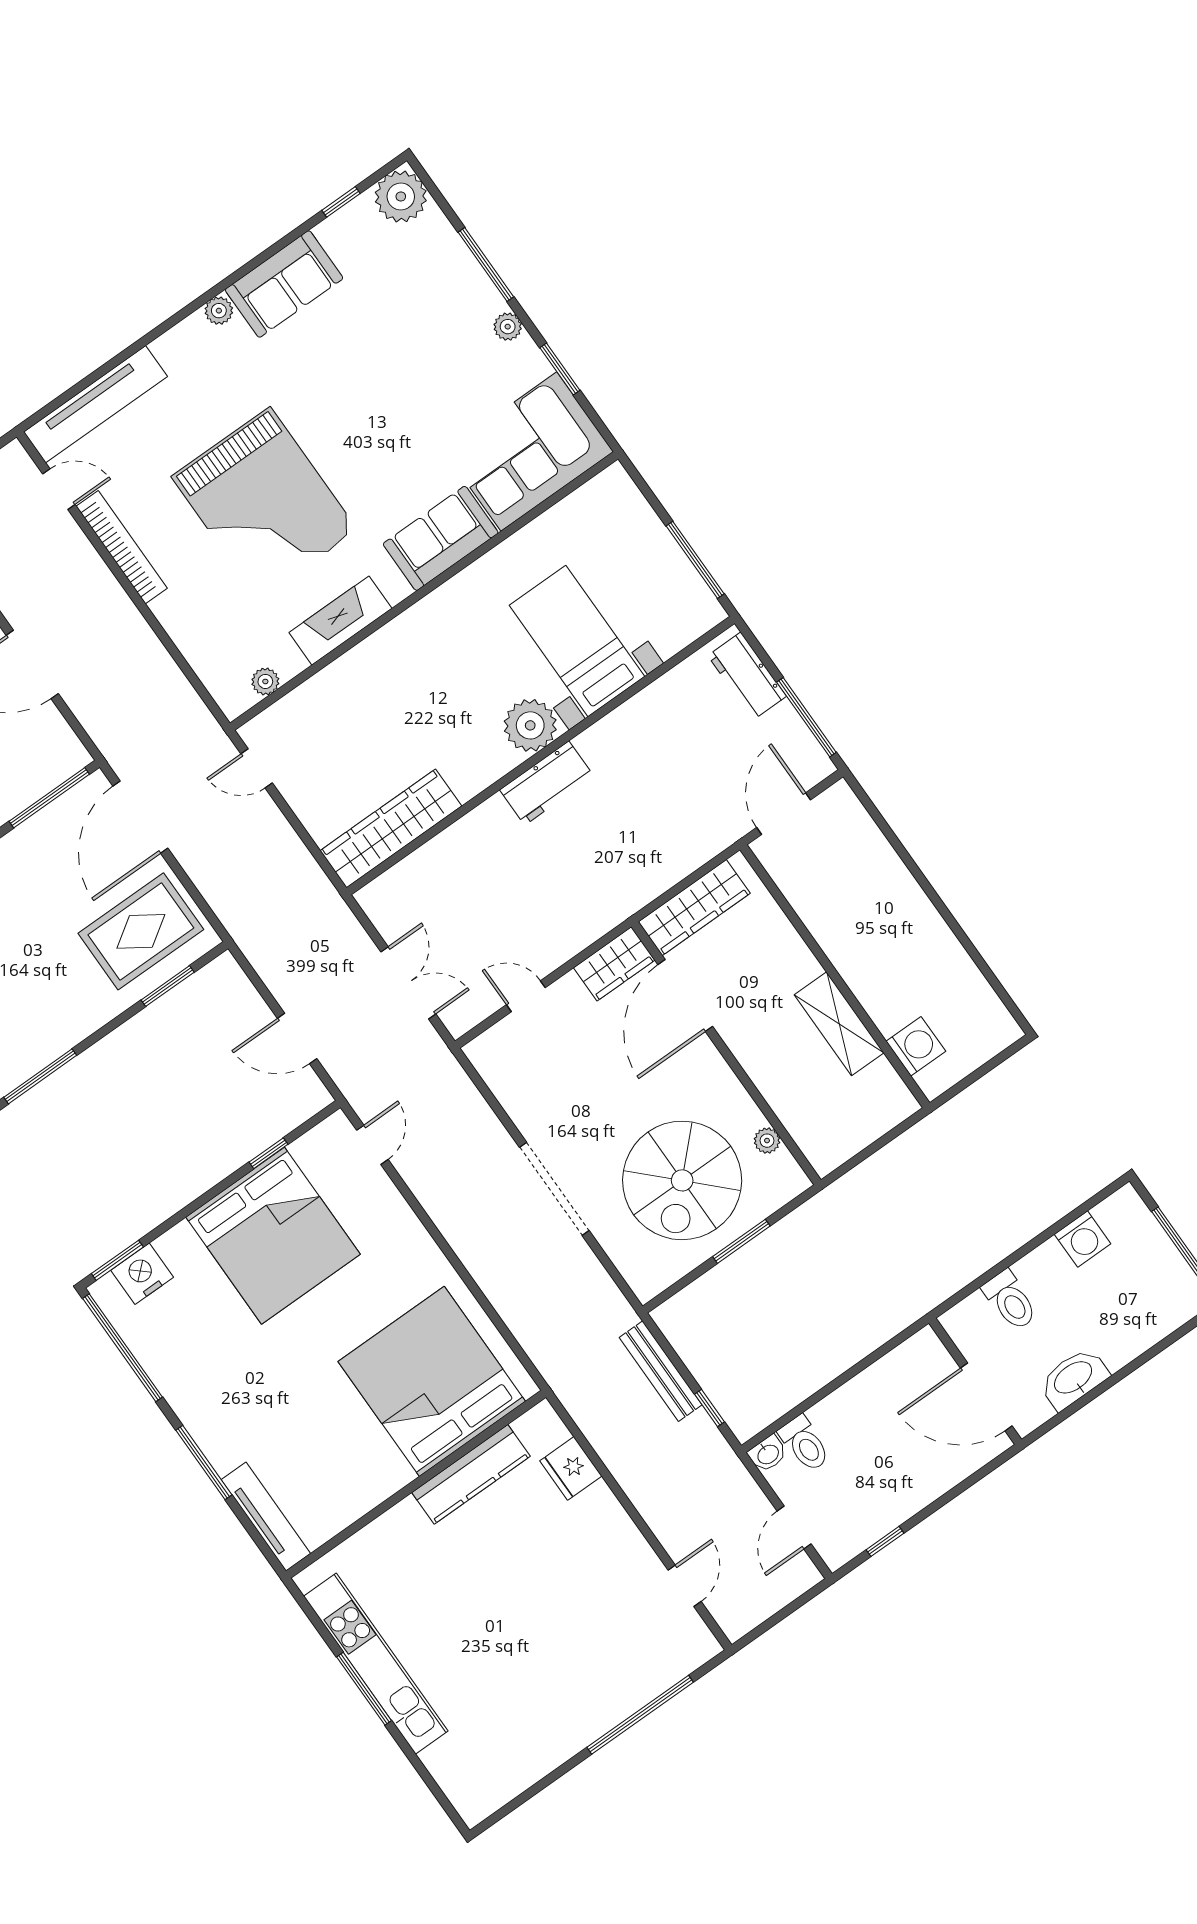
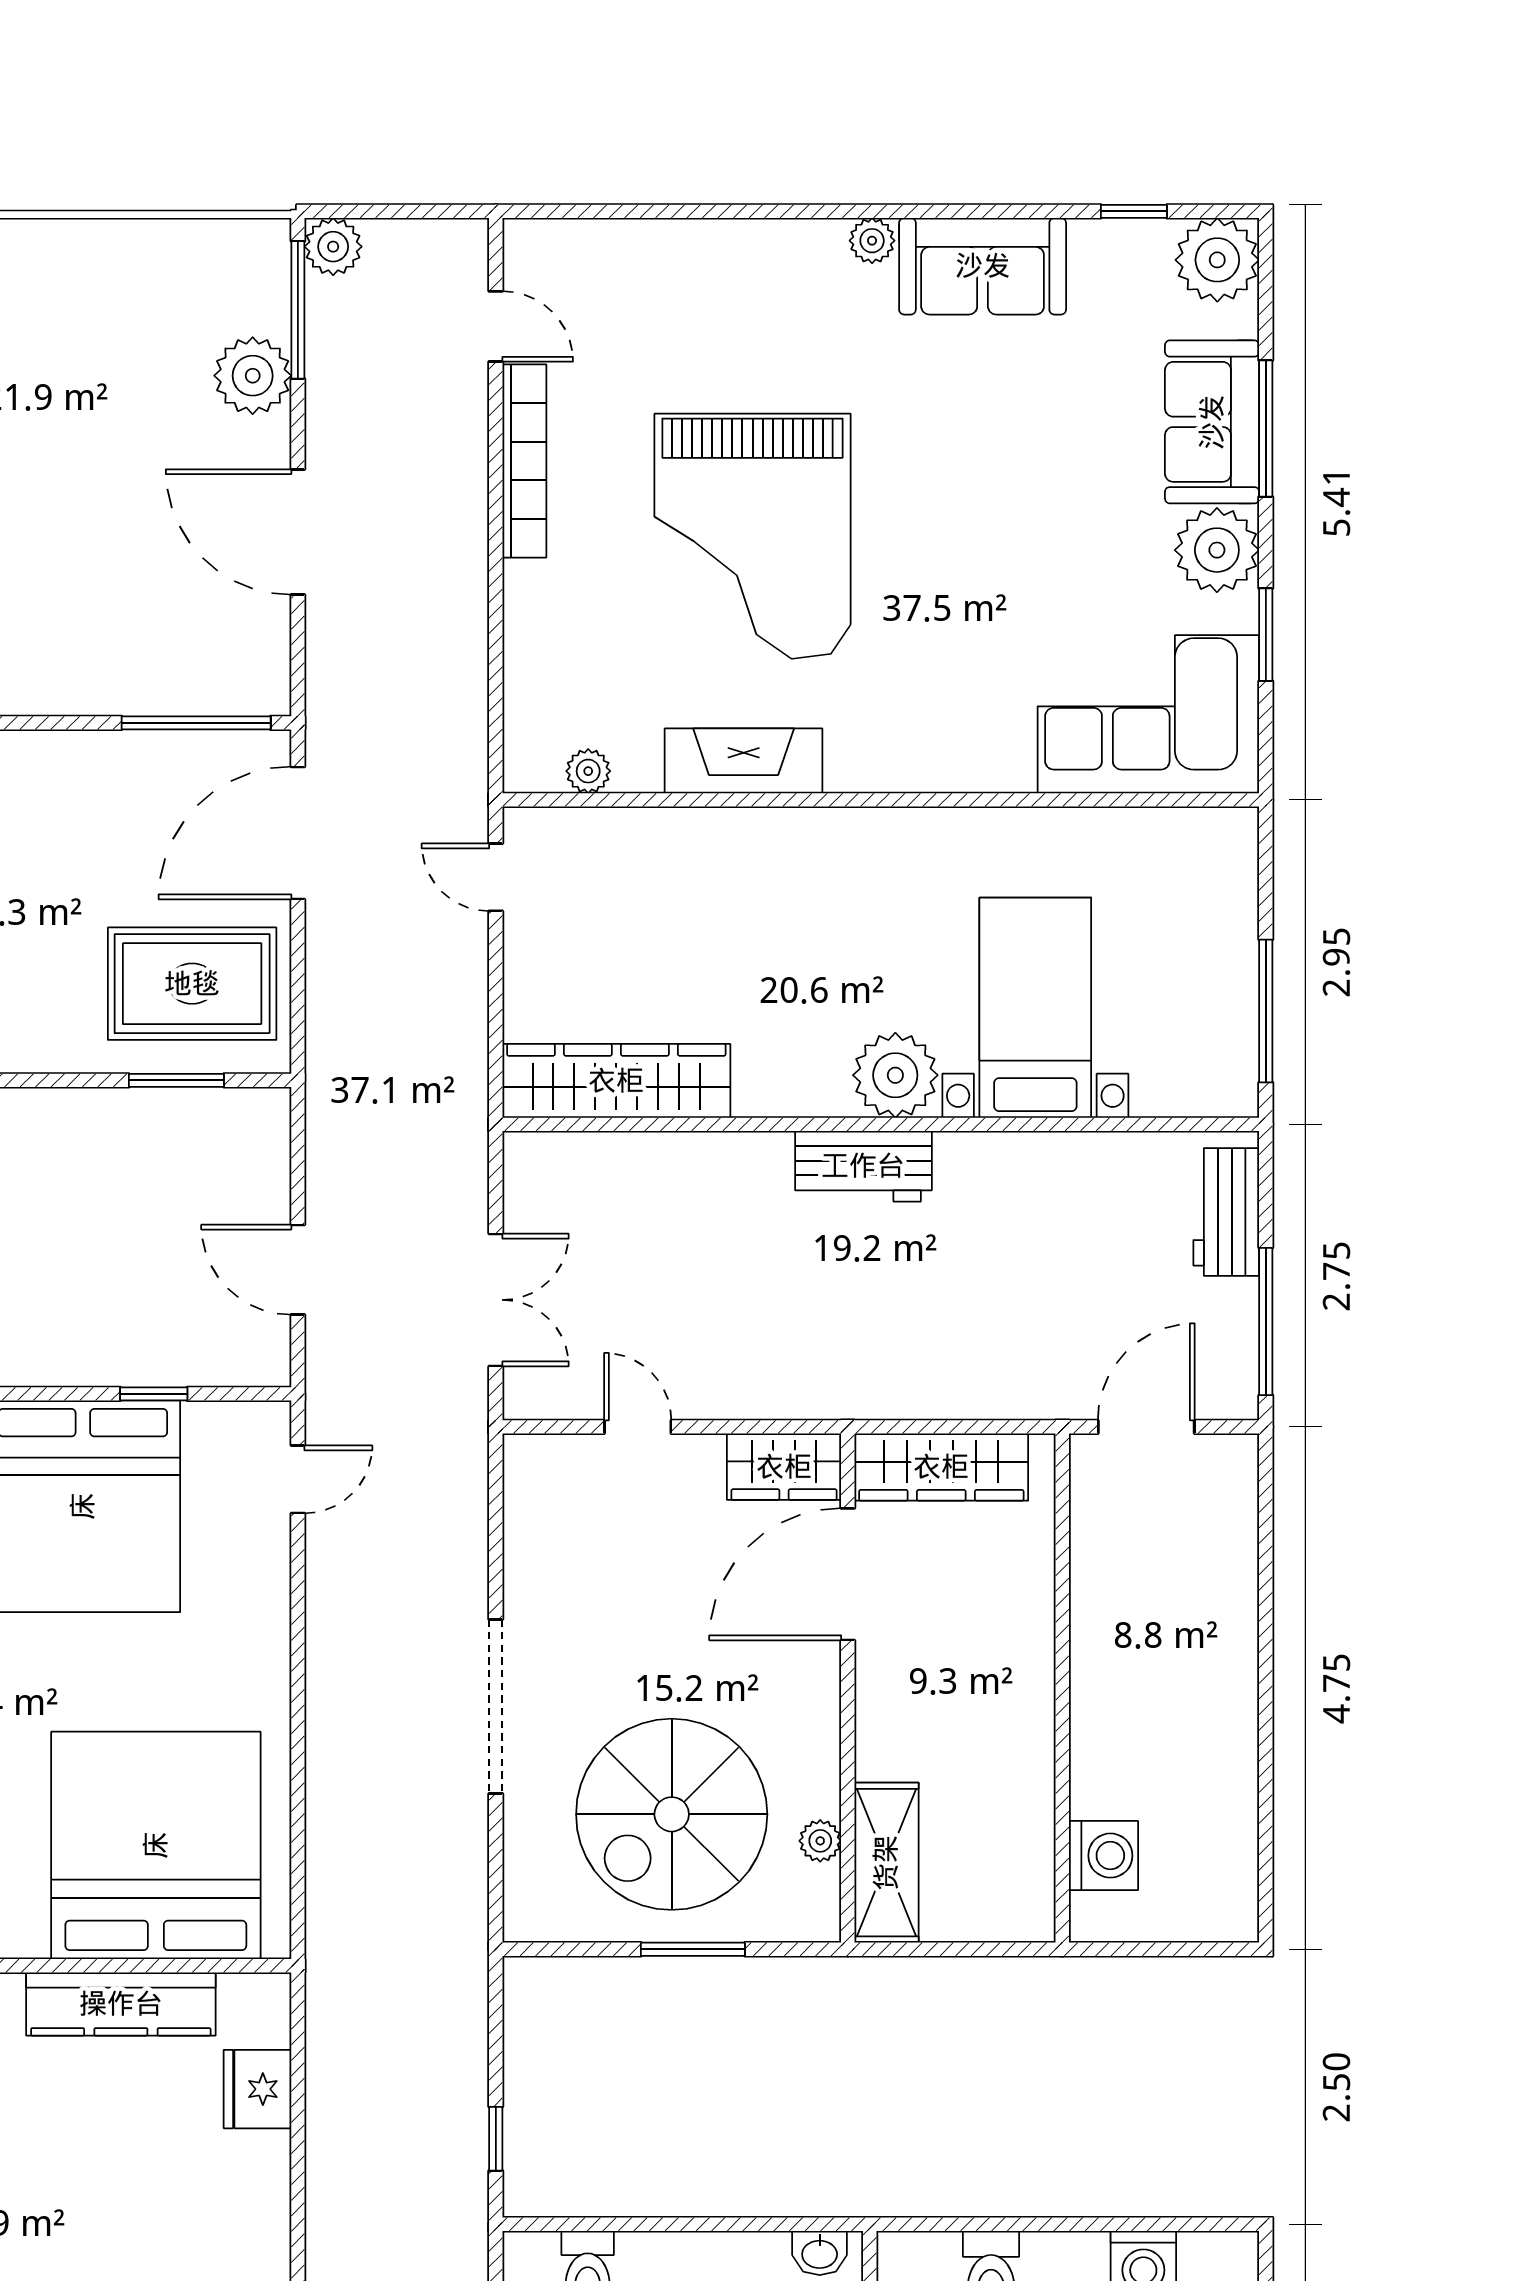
plant: (508, 327) -> (1217, 550), width x1.87, depth x1.87
tv unit: (95, 404) -> (623, 249), removed
sofa: (441, 538) -> (1212, 422), moved, turned -90
shelving: (839, 1024) -> (886, 1863), moved
bench: (661, 1371) -> (466, 2045), removed
washbasin: (768, 1454) -> (820, 2253), moved

